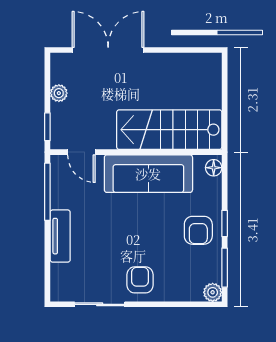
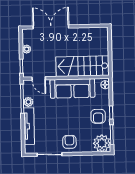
plant: (60, 198) -> (28, 102), added
tv unit: (60, 236) -> (29, 126), width x1.41
plant: (213, 292) -> (102, 143), width x1.88, depth x1.88

